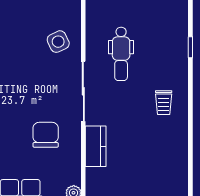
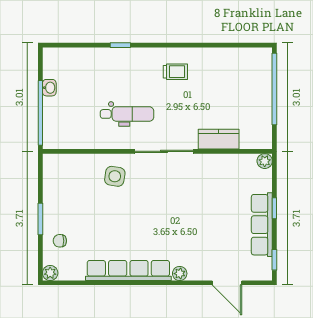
side table: (58, 42) -> (115, 176), turned 35
chair: (46, 135) -> (207, 189), removed

